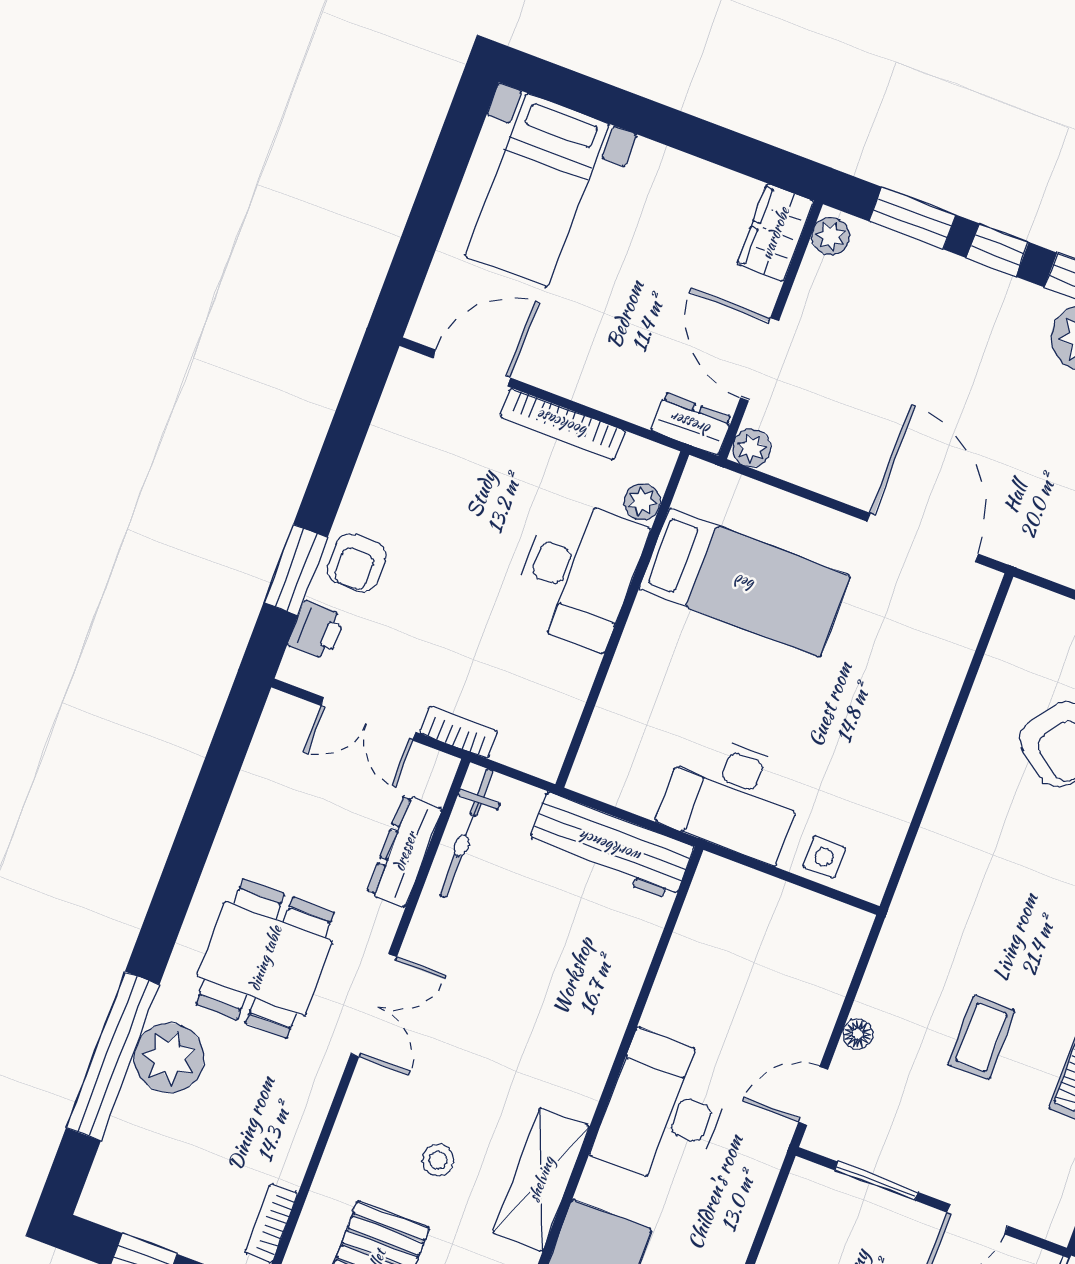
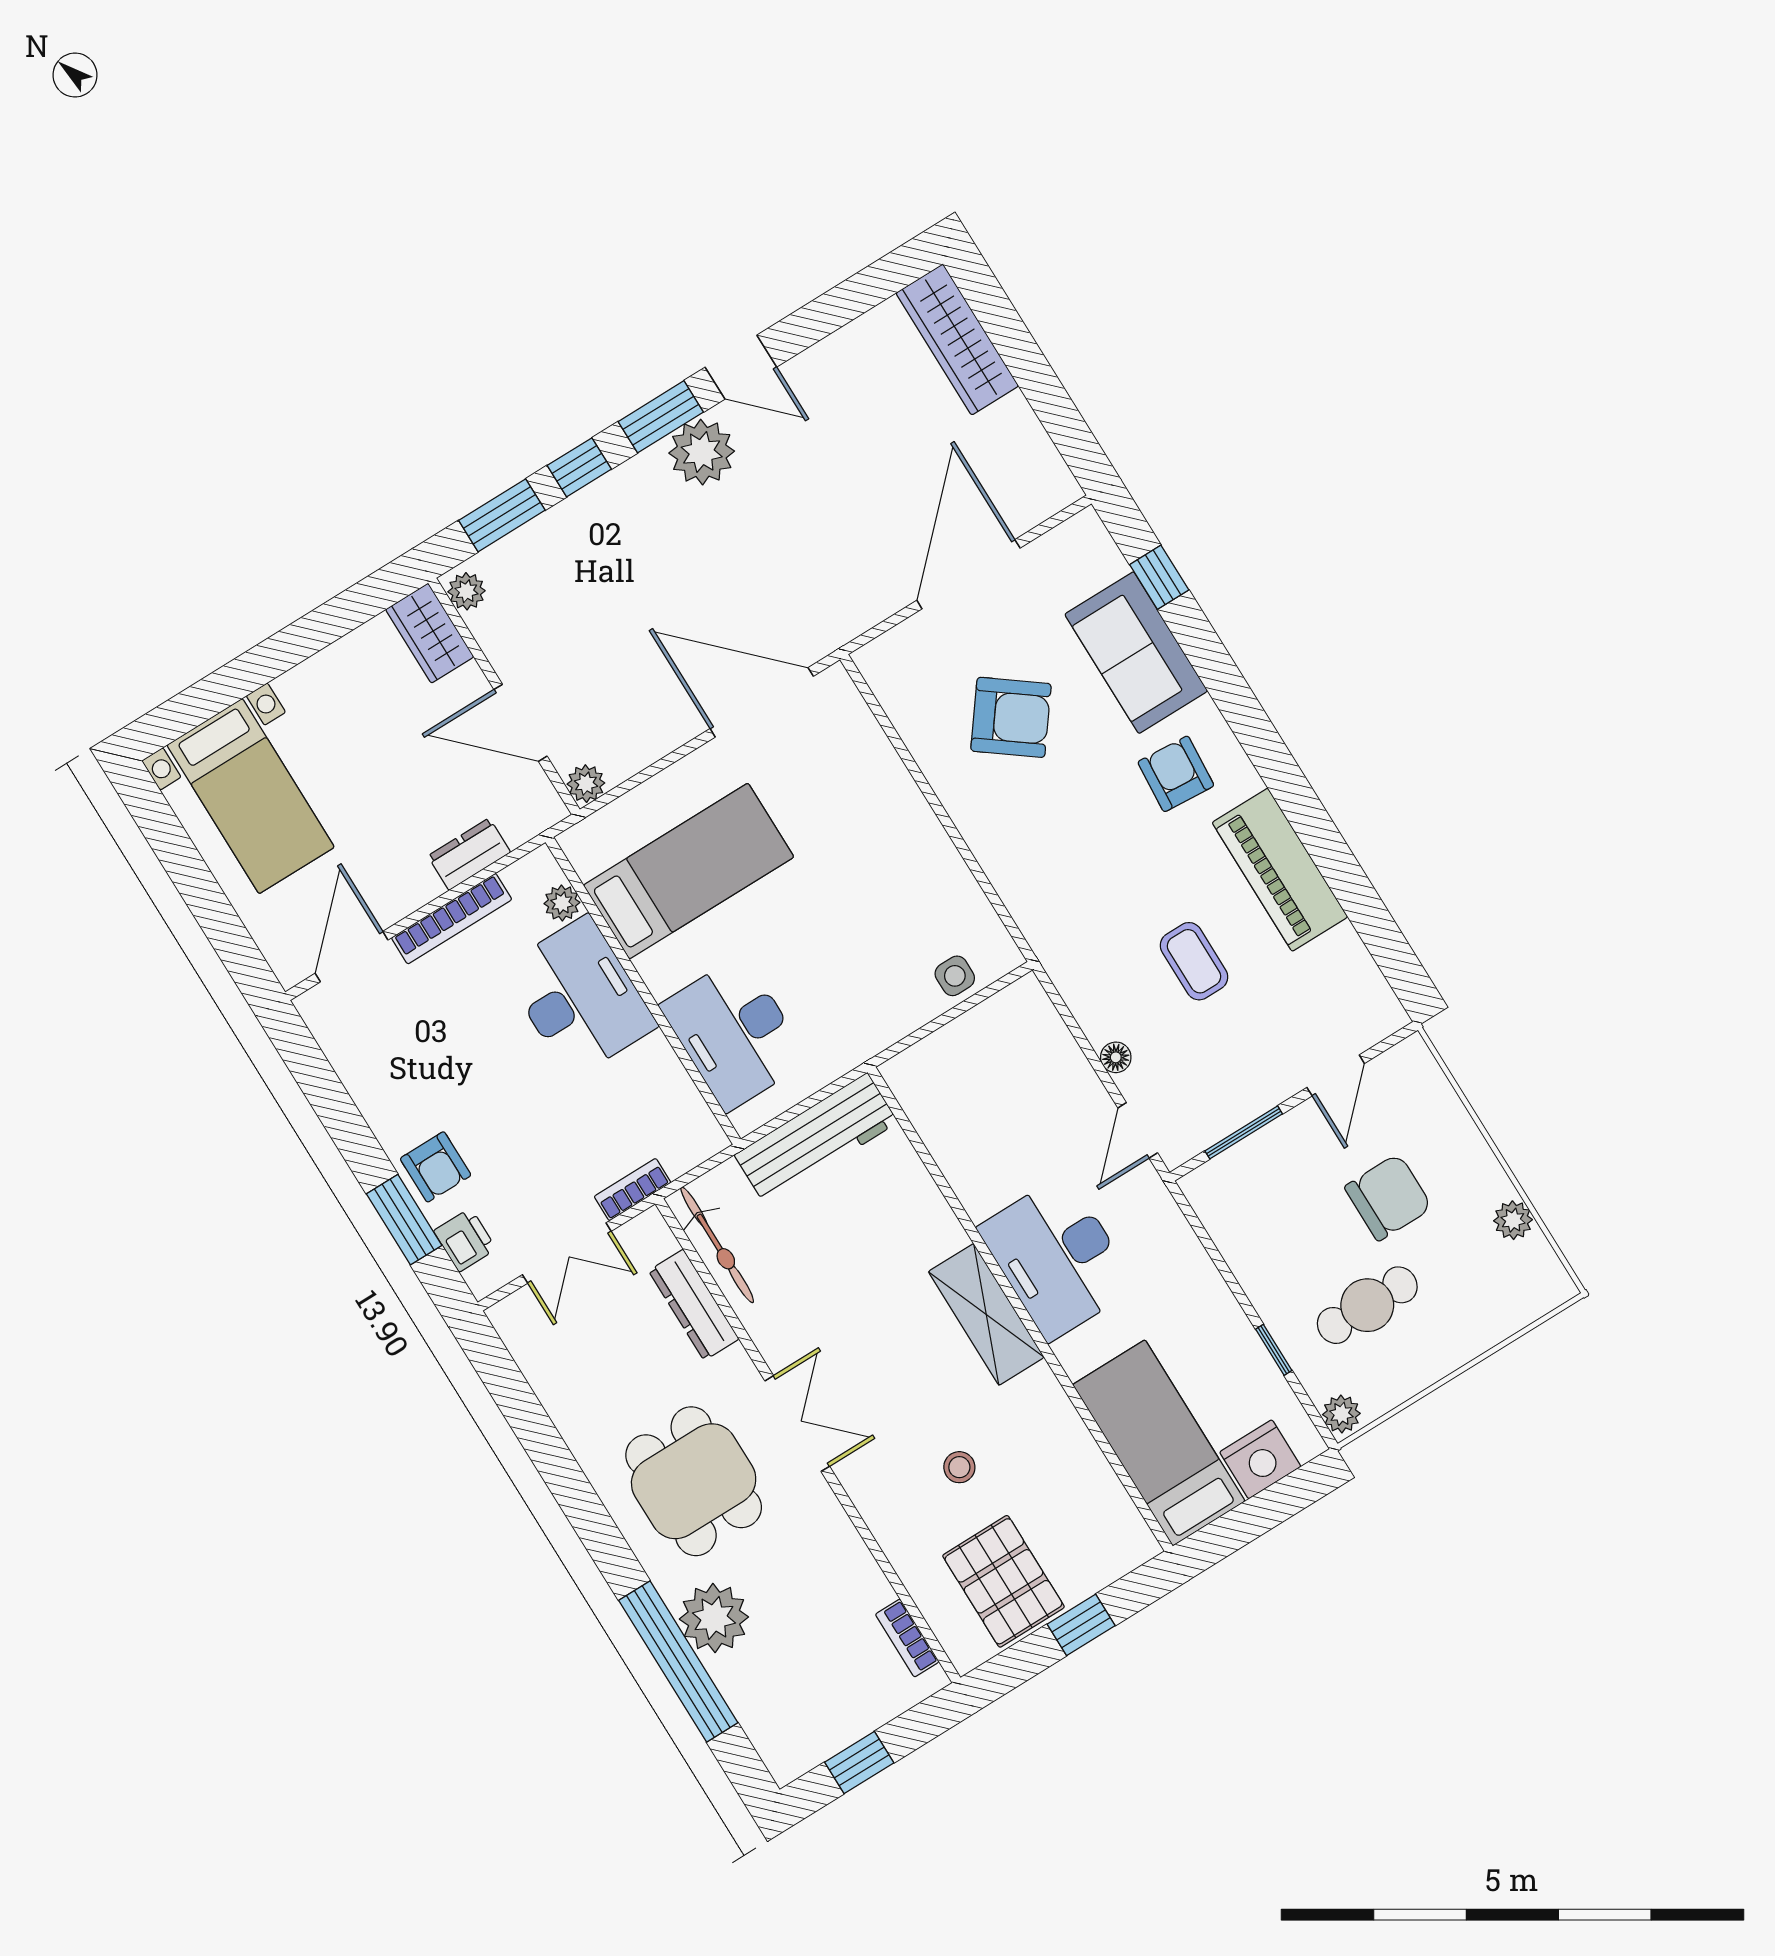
dresser: (691, 424) -> (469, 854), moved
desk: (733, 797) -> (734, 1033), moved, turned 90
shelving: (541, 1179) -> (986, 1314), moved

